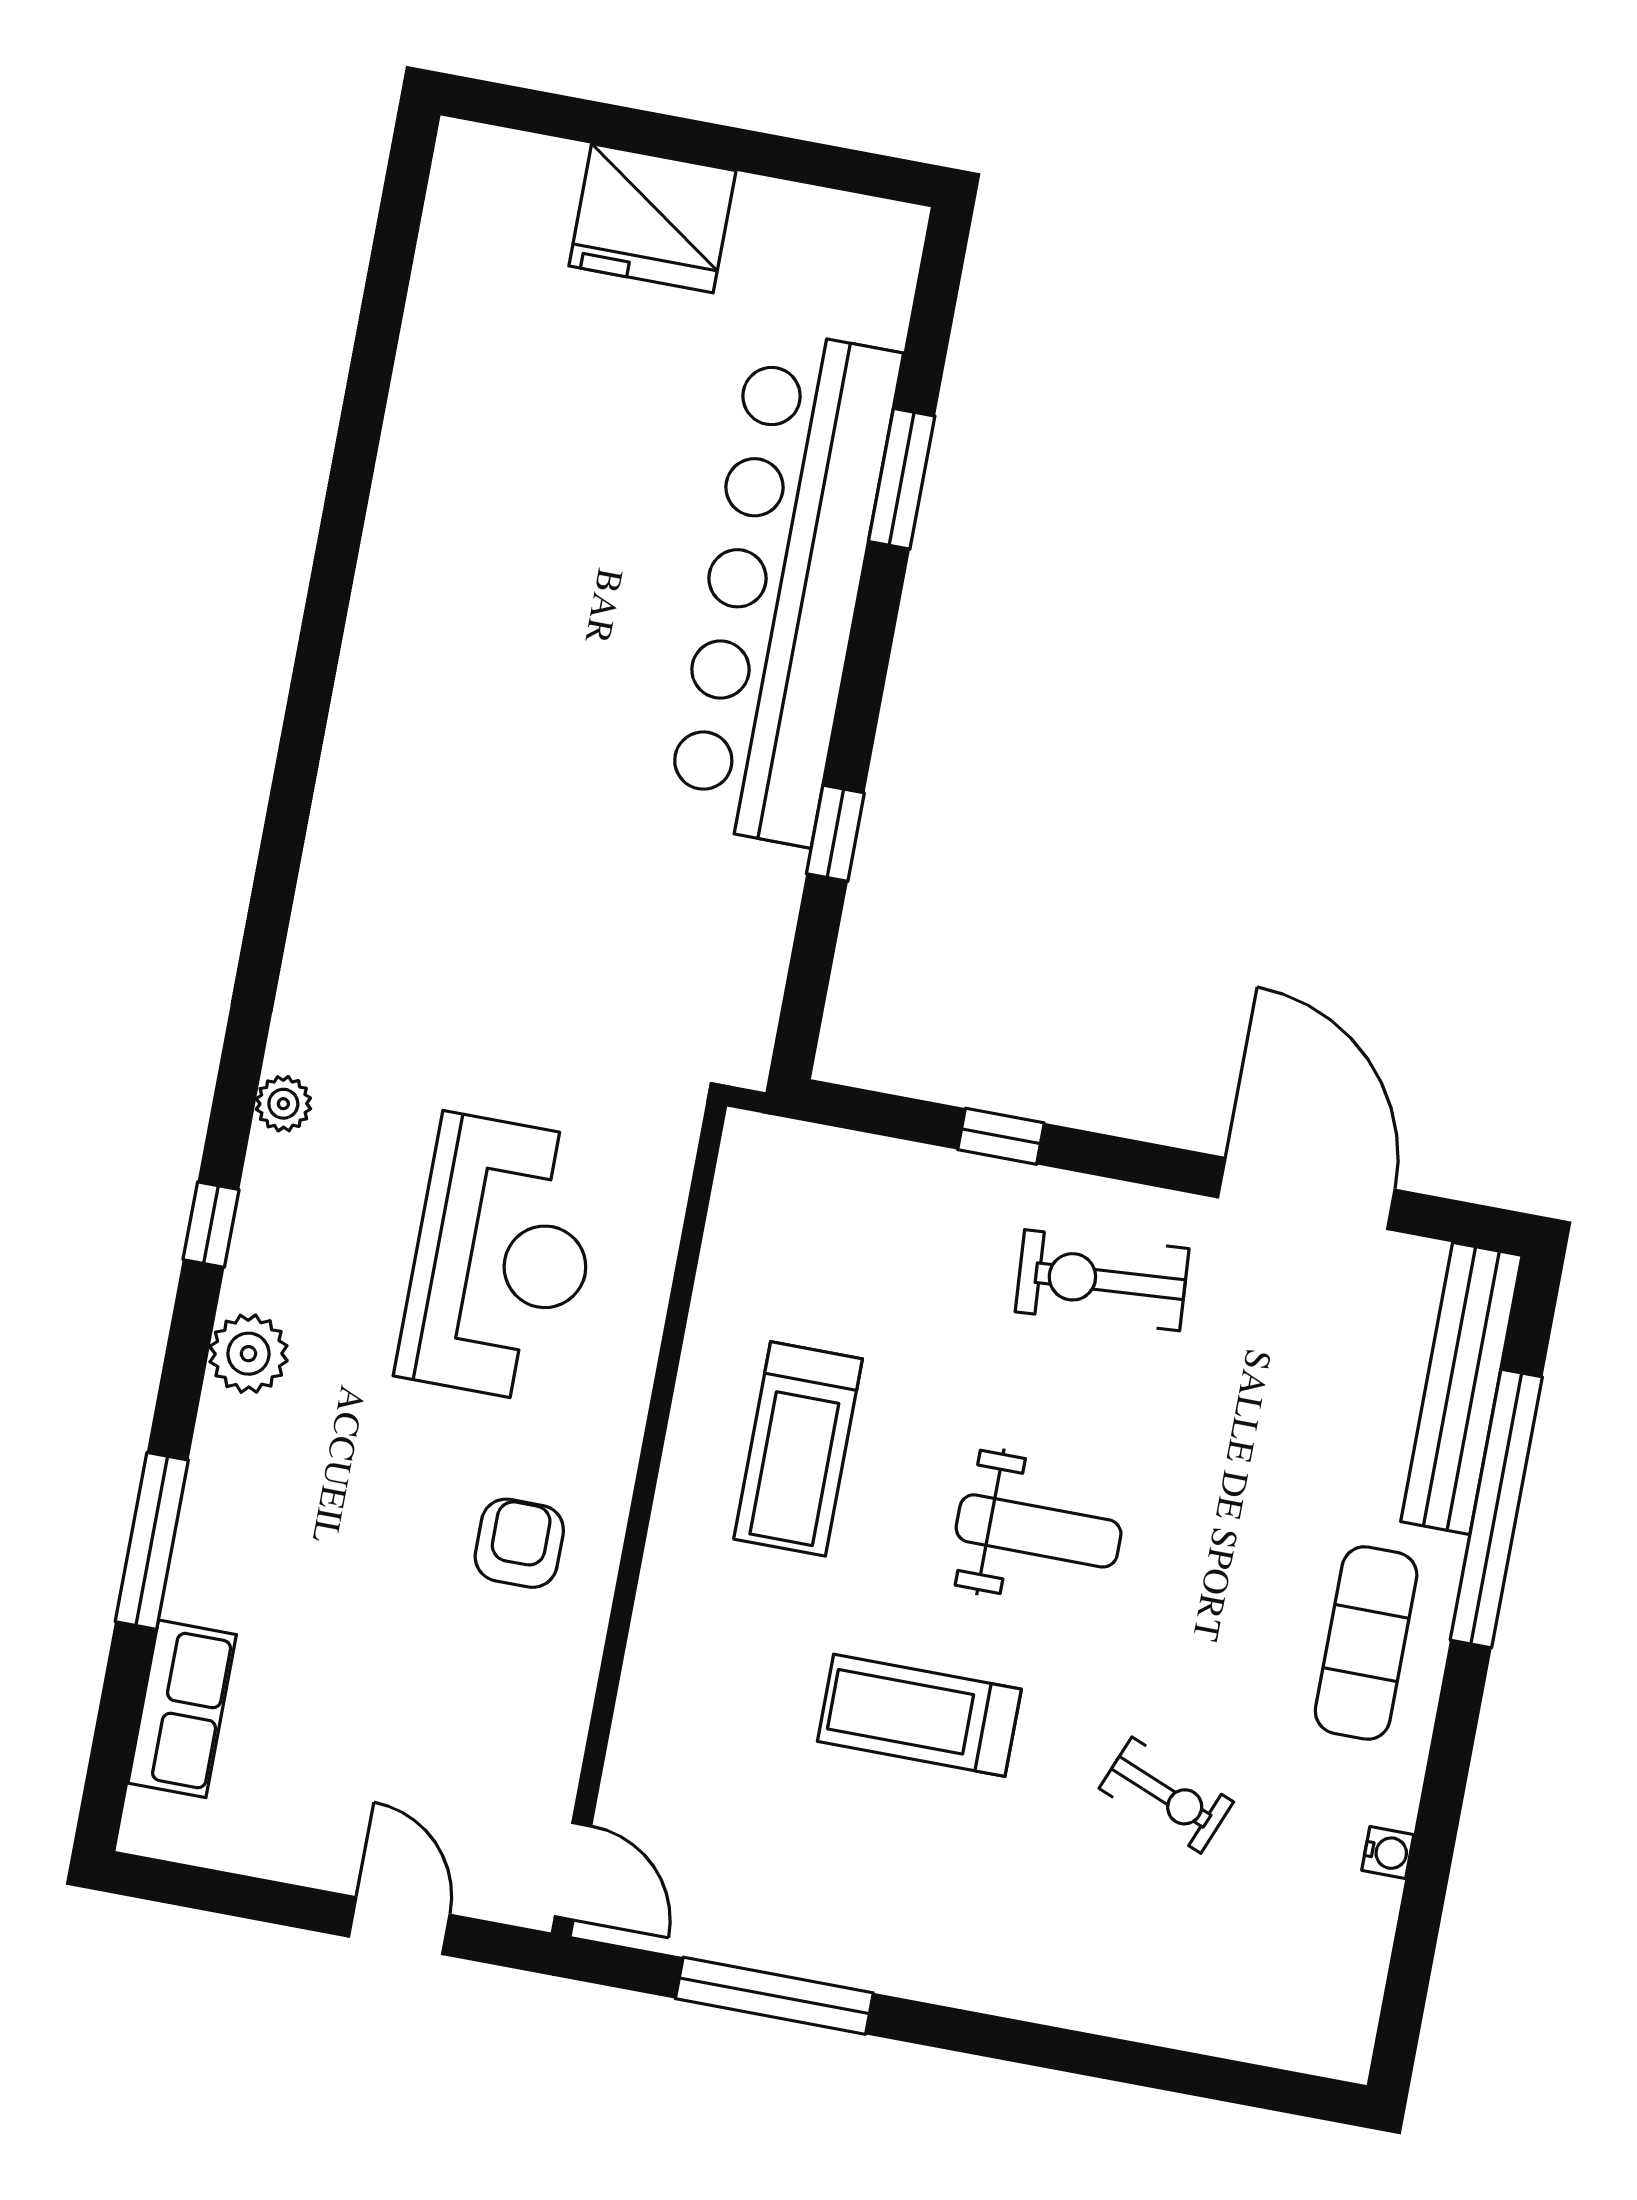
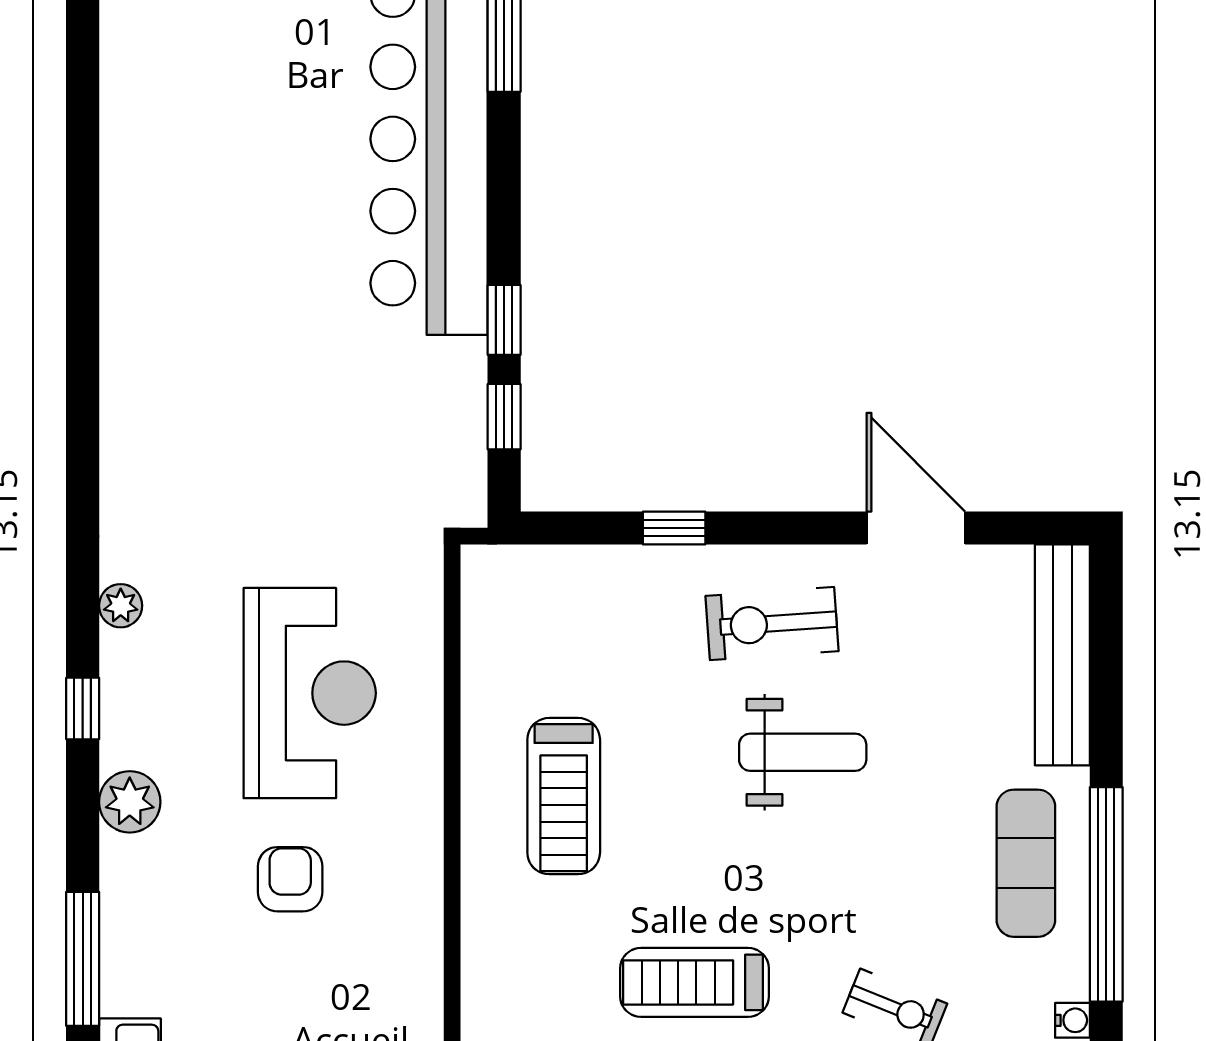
window: (812, 956) -> (504, 417), added
door: (1306, 1193) -> (916, 528), width x0.73
window: (1496, 1508) -> (1106, 894), moved
weight bench: (1039, 1531) -> (803, 752), moved
armchair: (519, 1543) -> (290, 879), moved

